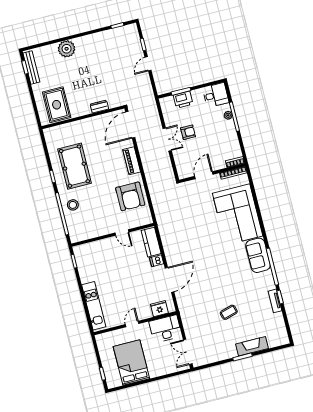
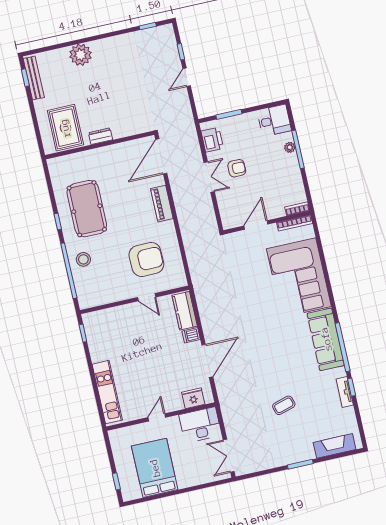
printer: (183, 100) -> (212, 140), moved, turned -90
dresser: (99, 107) -> (100, 136), moved
armchair: (130, 196) -> (146, 259), moved, turned -91
sofa: (258, 255) -> (326, 339), width x1.36
fireplace: (252, 346) -> (335, 446), moved

